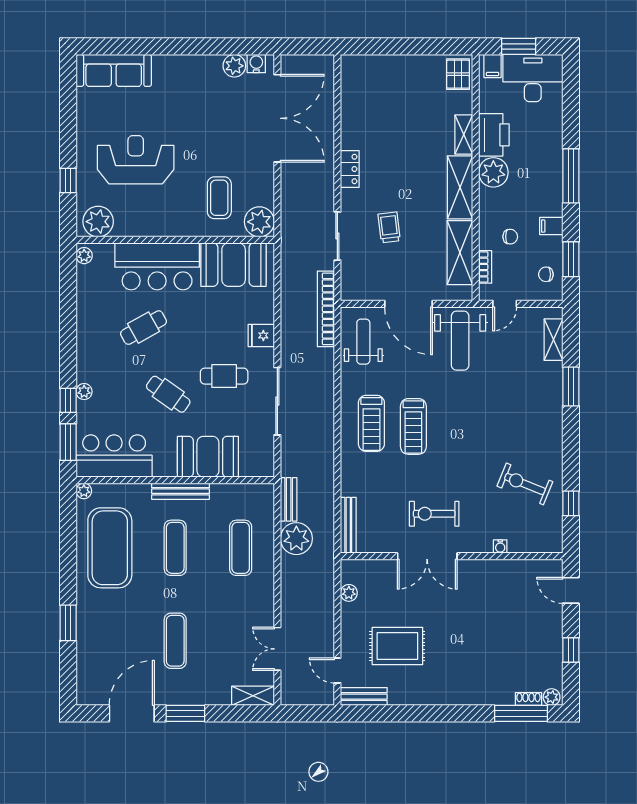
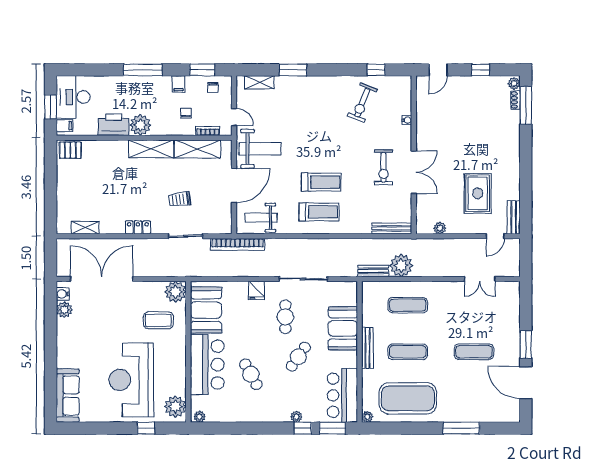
shelving: (464, 135) -> (85, 228), moved
reception desk: (136, 160) -> (131, 380), width x1.36, depth x1.30
window: (68, 623) -> (461, 428), width x1.44
shelving: (253, 696) -> (513, 296), removed

